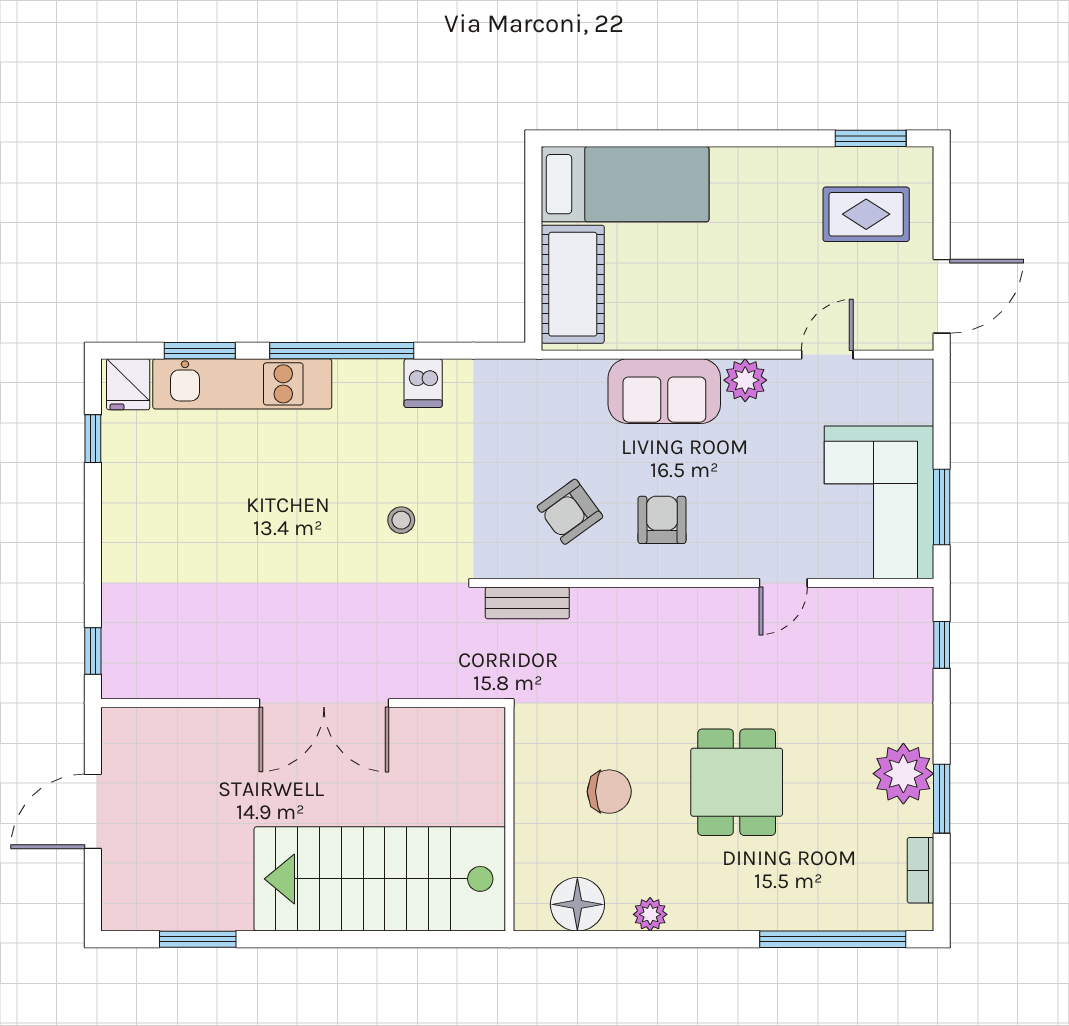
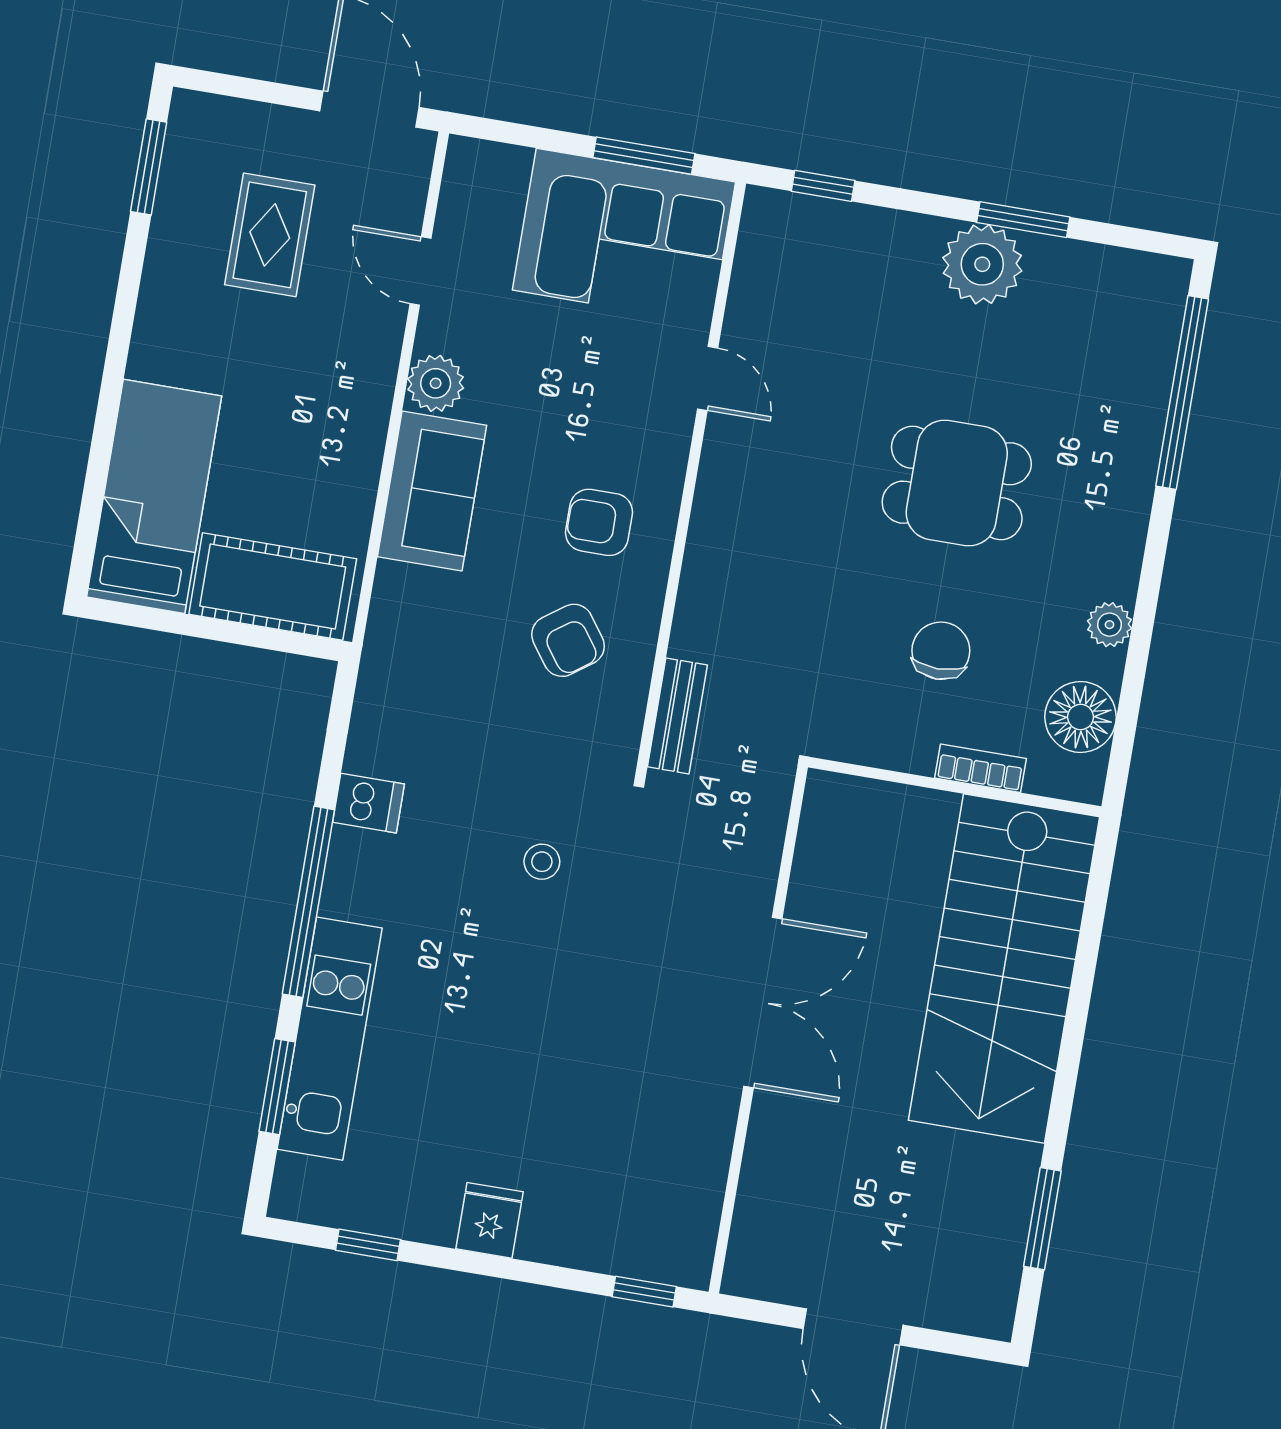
rug: (866, 214) -> (270, 235), moved
fridge: (128, 384) -> (490, 1220), moved, turned -90
bookcase: (921, 870) -> (980, 768), moved, turned 180

